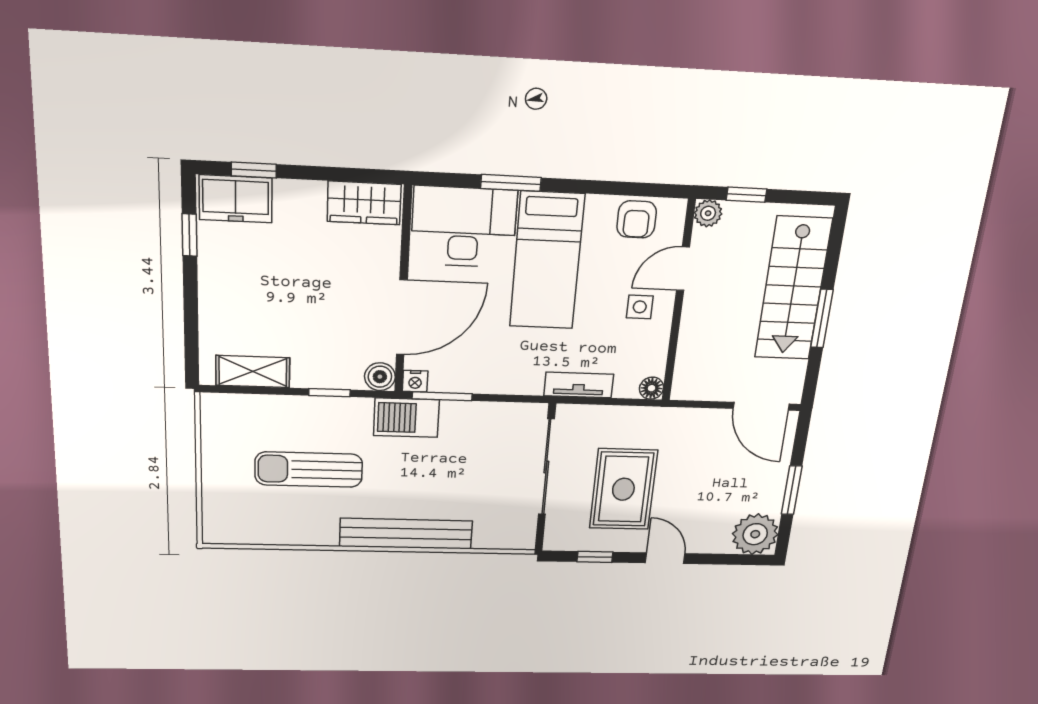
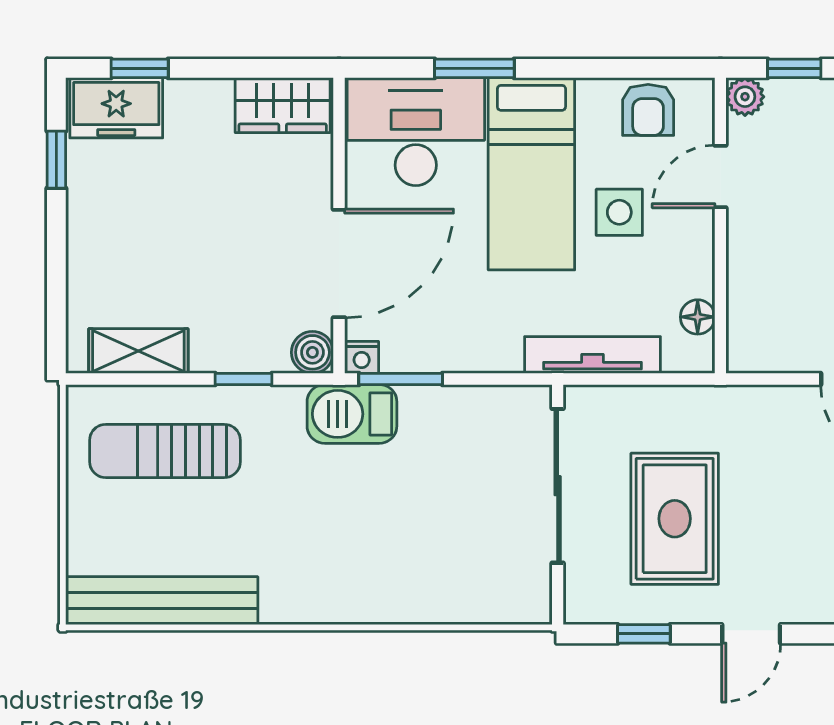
side table: (640, 307) -> (619, 212), moved, width x1.37, depth x1.37
tv unit: (579, 385) -> (592, 355), width x1.41
floor lamp: (651, 388) -> (698, 317), moved
sun lounger: (309, 470) -> (165, 451), moved
bench: (406, 534) -> (162, 601), moved
door: (665, 558) -> (751, 634), swing flipped

